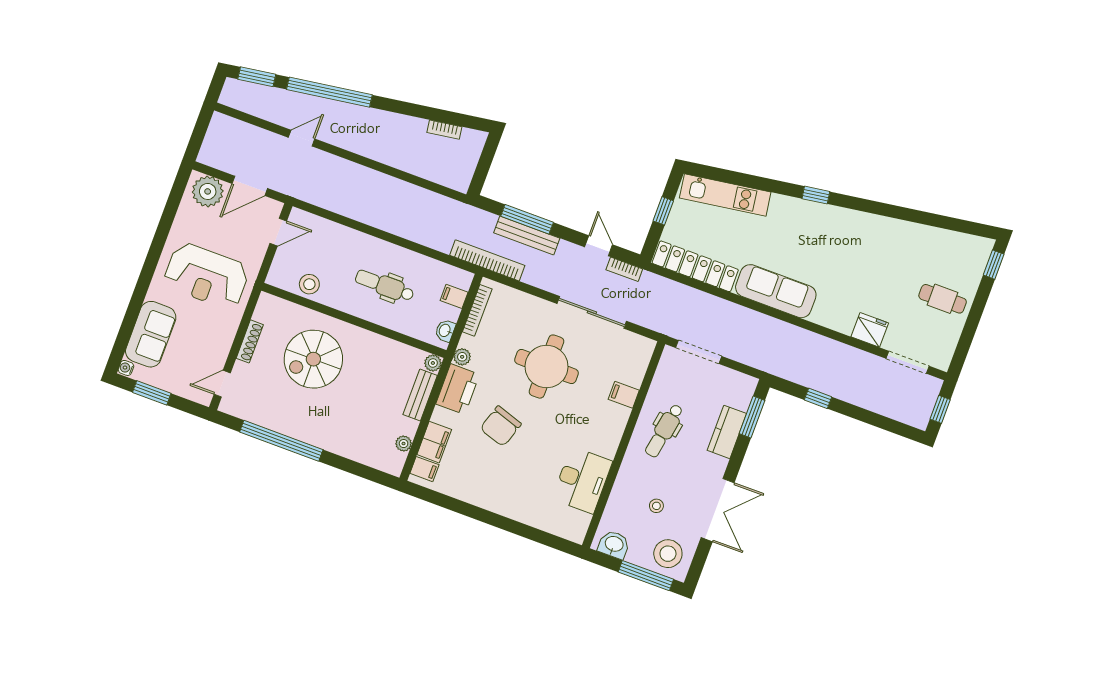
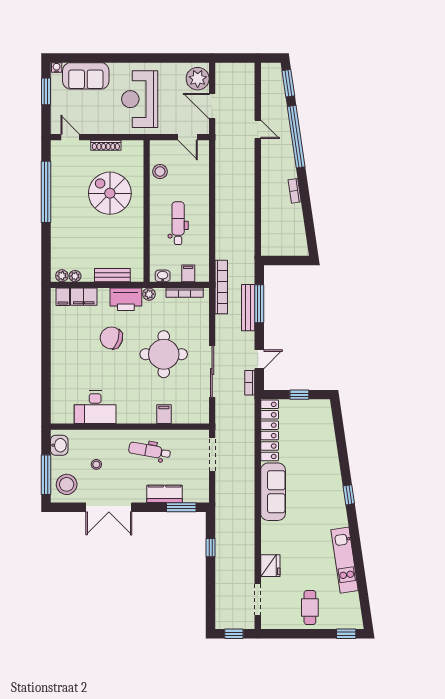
bookcase: (444, 130) -> (295, 191), moved
kitchen unit: (725, 195) -> (345, 560), moved
plant: (433, 363) -> (62, 276), moved

